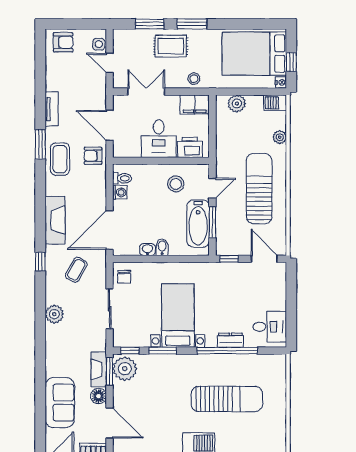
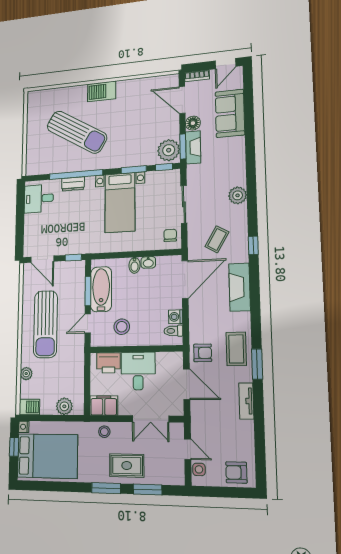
sun lounger: (227, 399) -> (77, 132), turned -149

